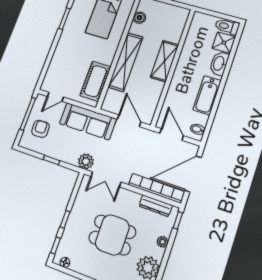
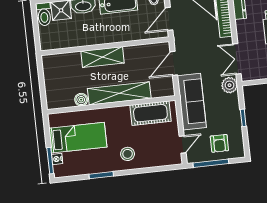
boiler: (139, 18) -> (81, 100), moved
stool: (71, 47) -> (128, 154), added
door: (55, 97) -> (183, 144), hinge flipped
armchair: (40, 129) -> (219, 143), turned -87
double door: (106, 179) -> (237, 59), swing flipped

